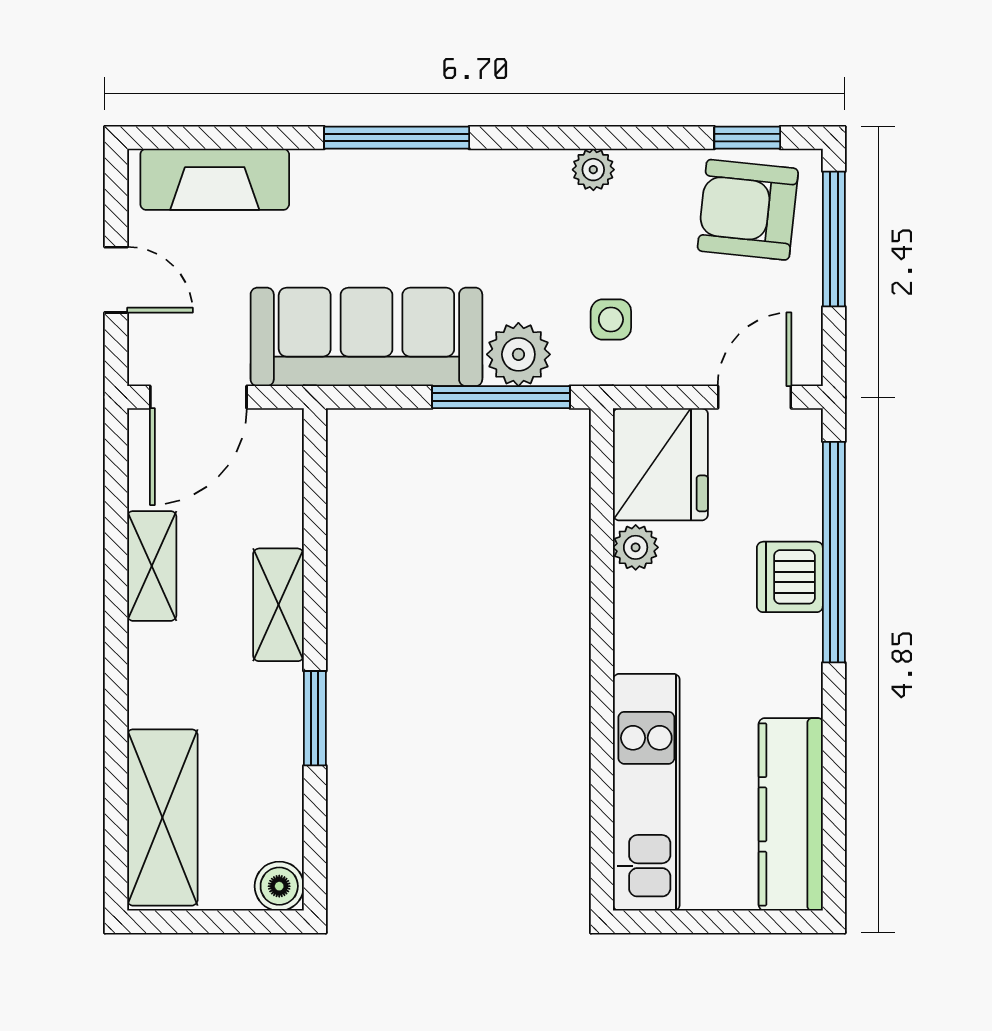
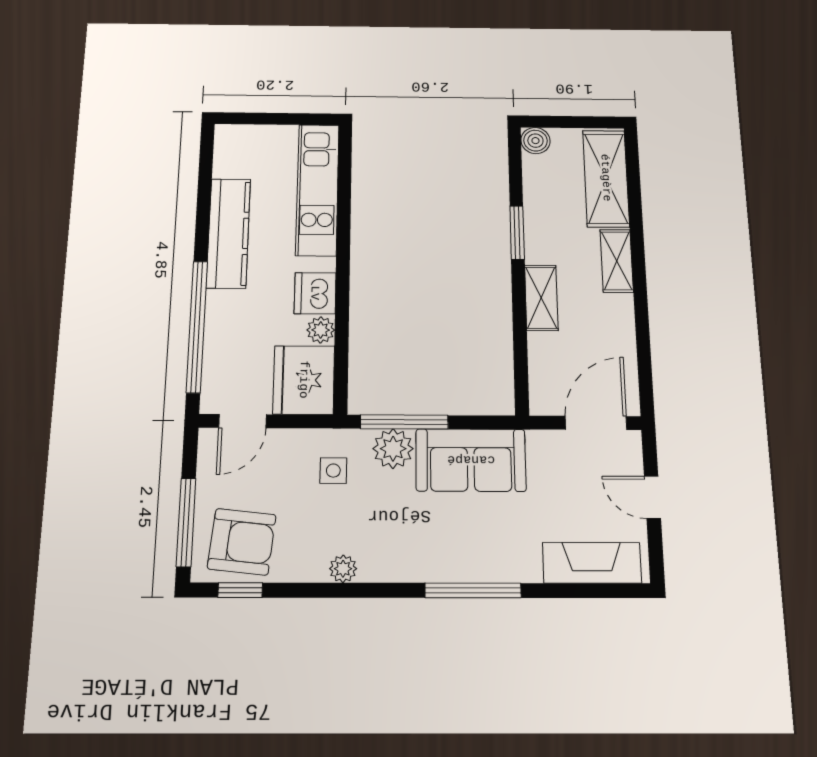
sofa: (366, 337) -> (471, 460), width x0.73
shelving: (152, 566) -> (617, 261), moved
dishwasher: (790, 577) -> (315, 293), moved, turned 180
kitchen counter: (791, 814) -> (228, 233), moved

